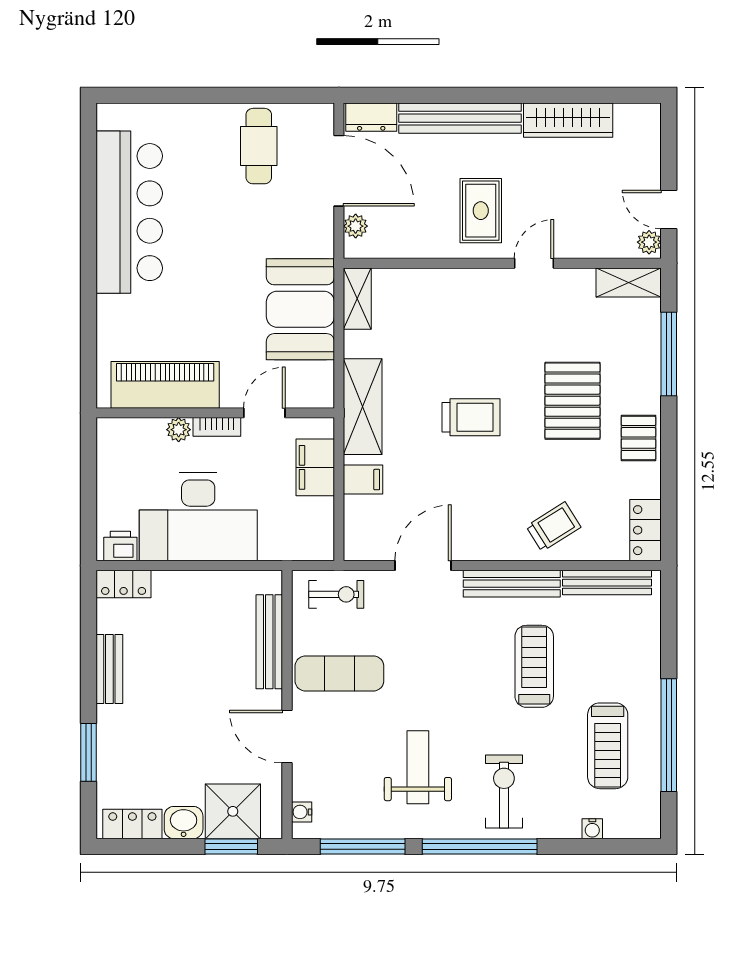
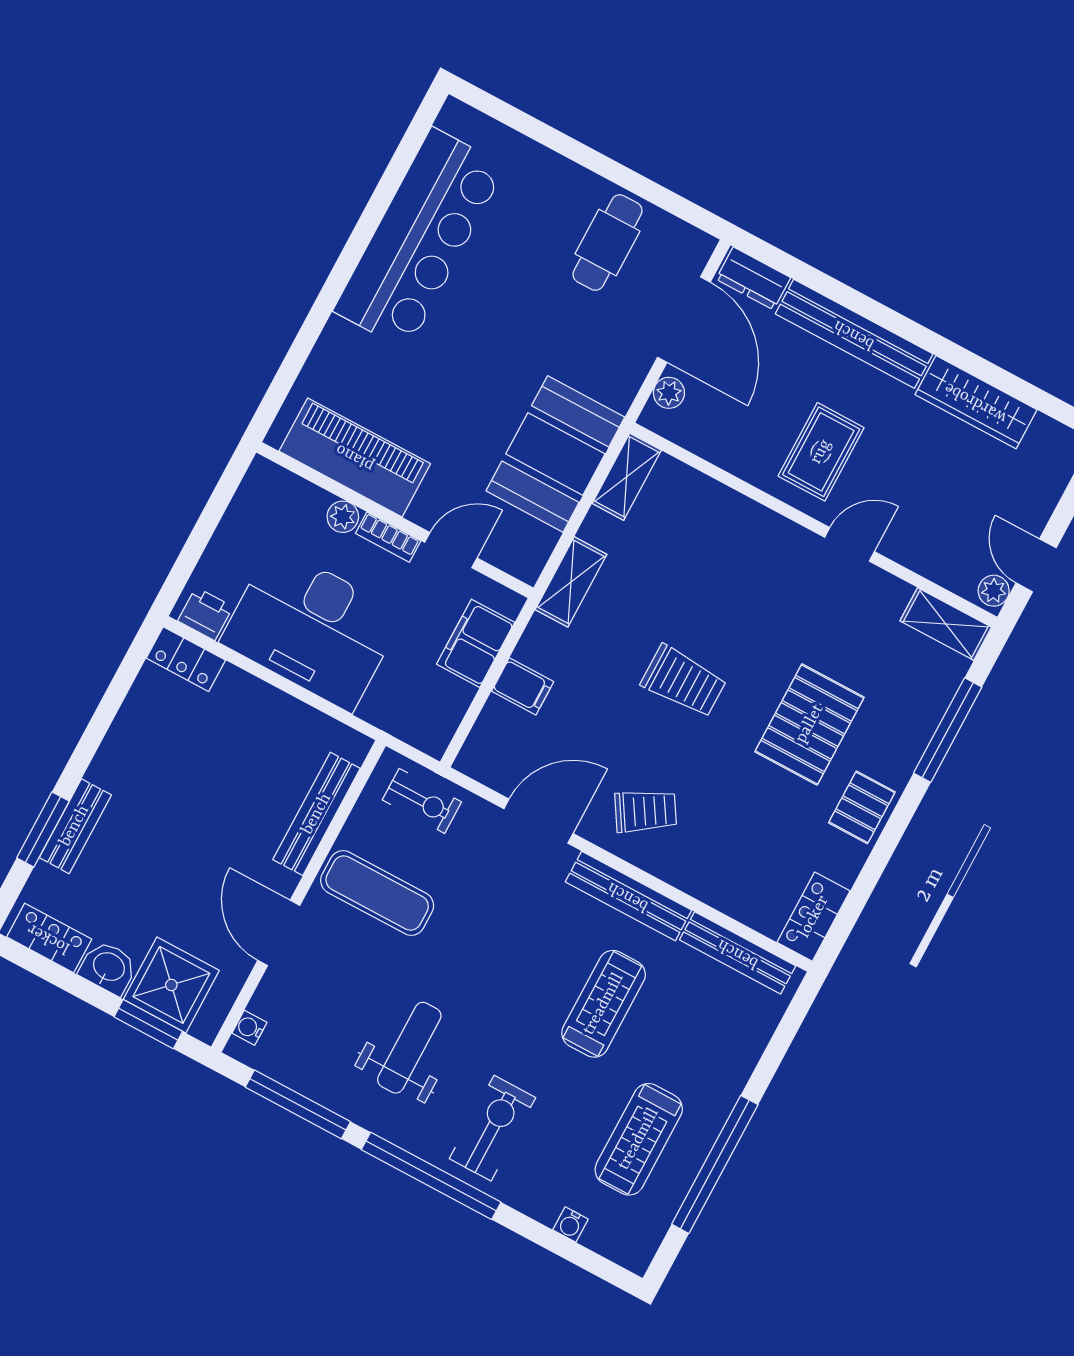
shelving: (363, 407) -> (571, 582), width x0.67, depth x0.75
trolley: (554, 527) -> (646, 811), moved
bench: (109, 669) -> (75, 826), moved

